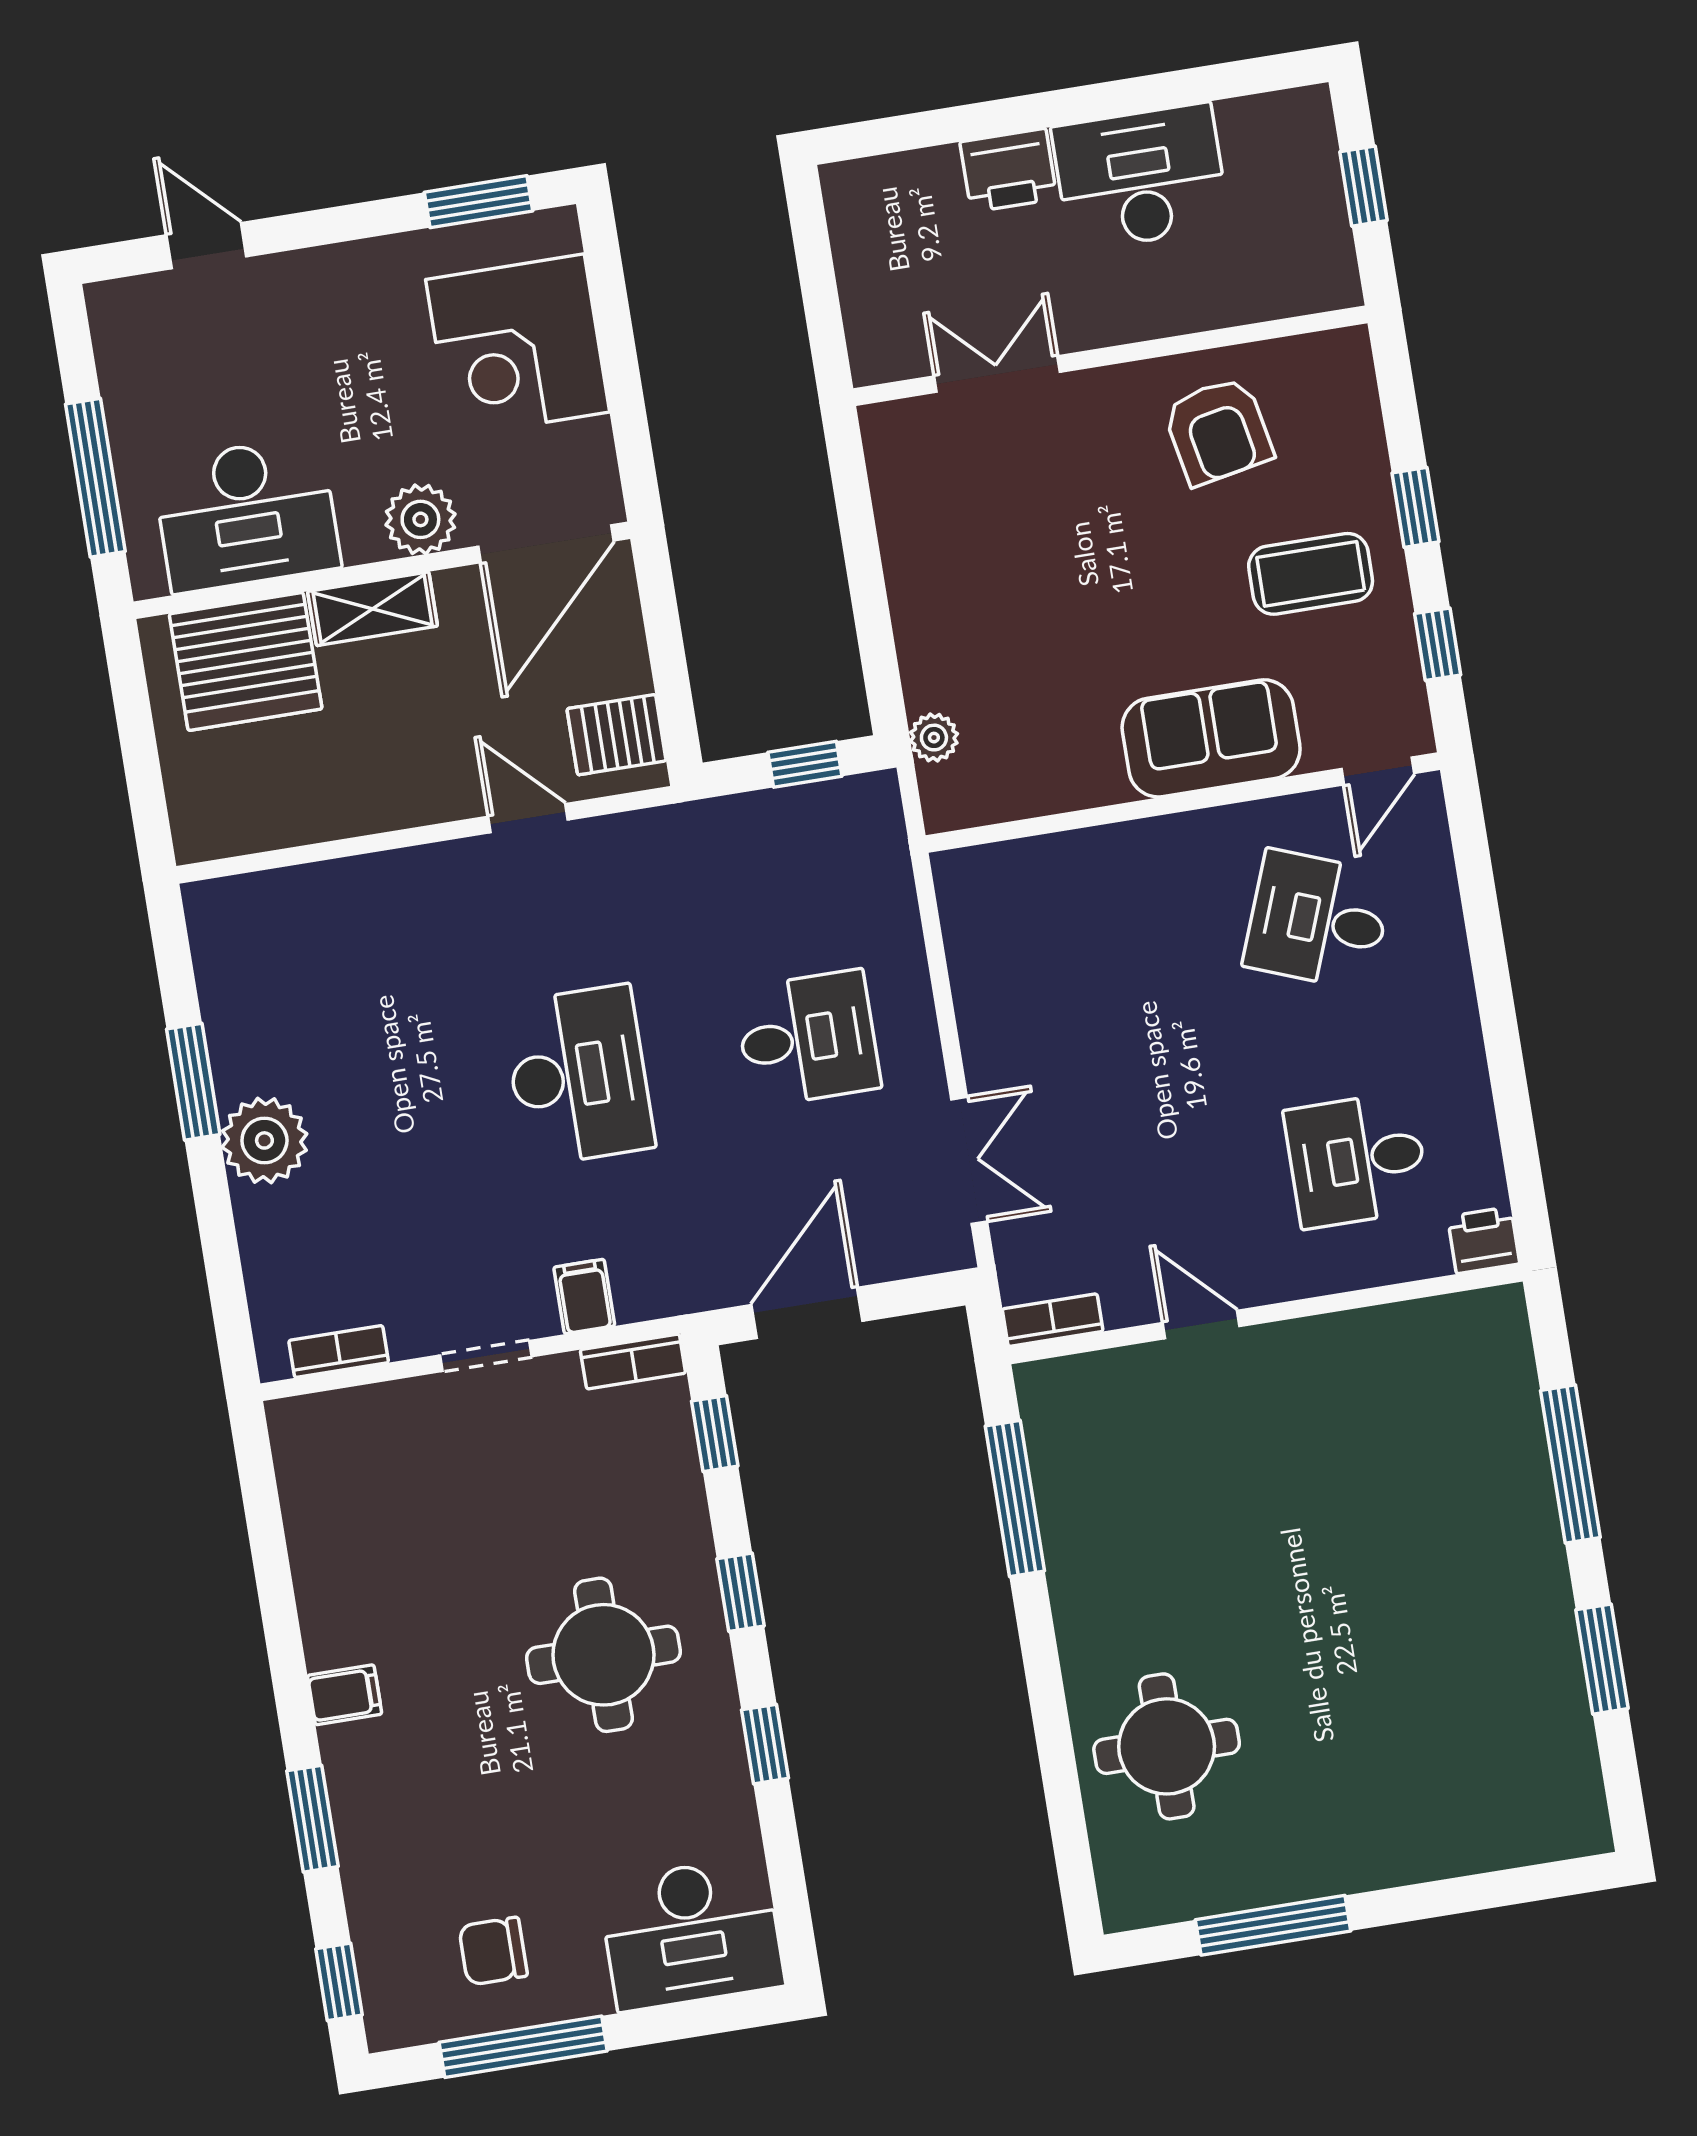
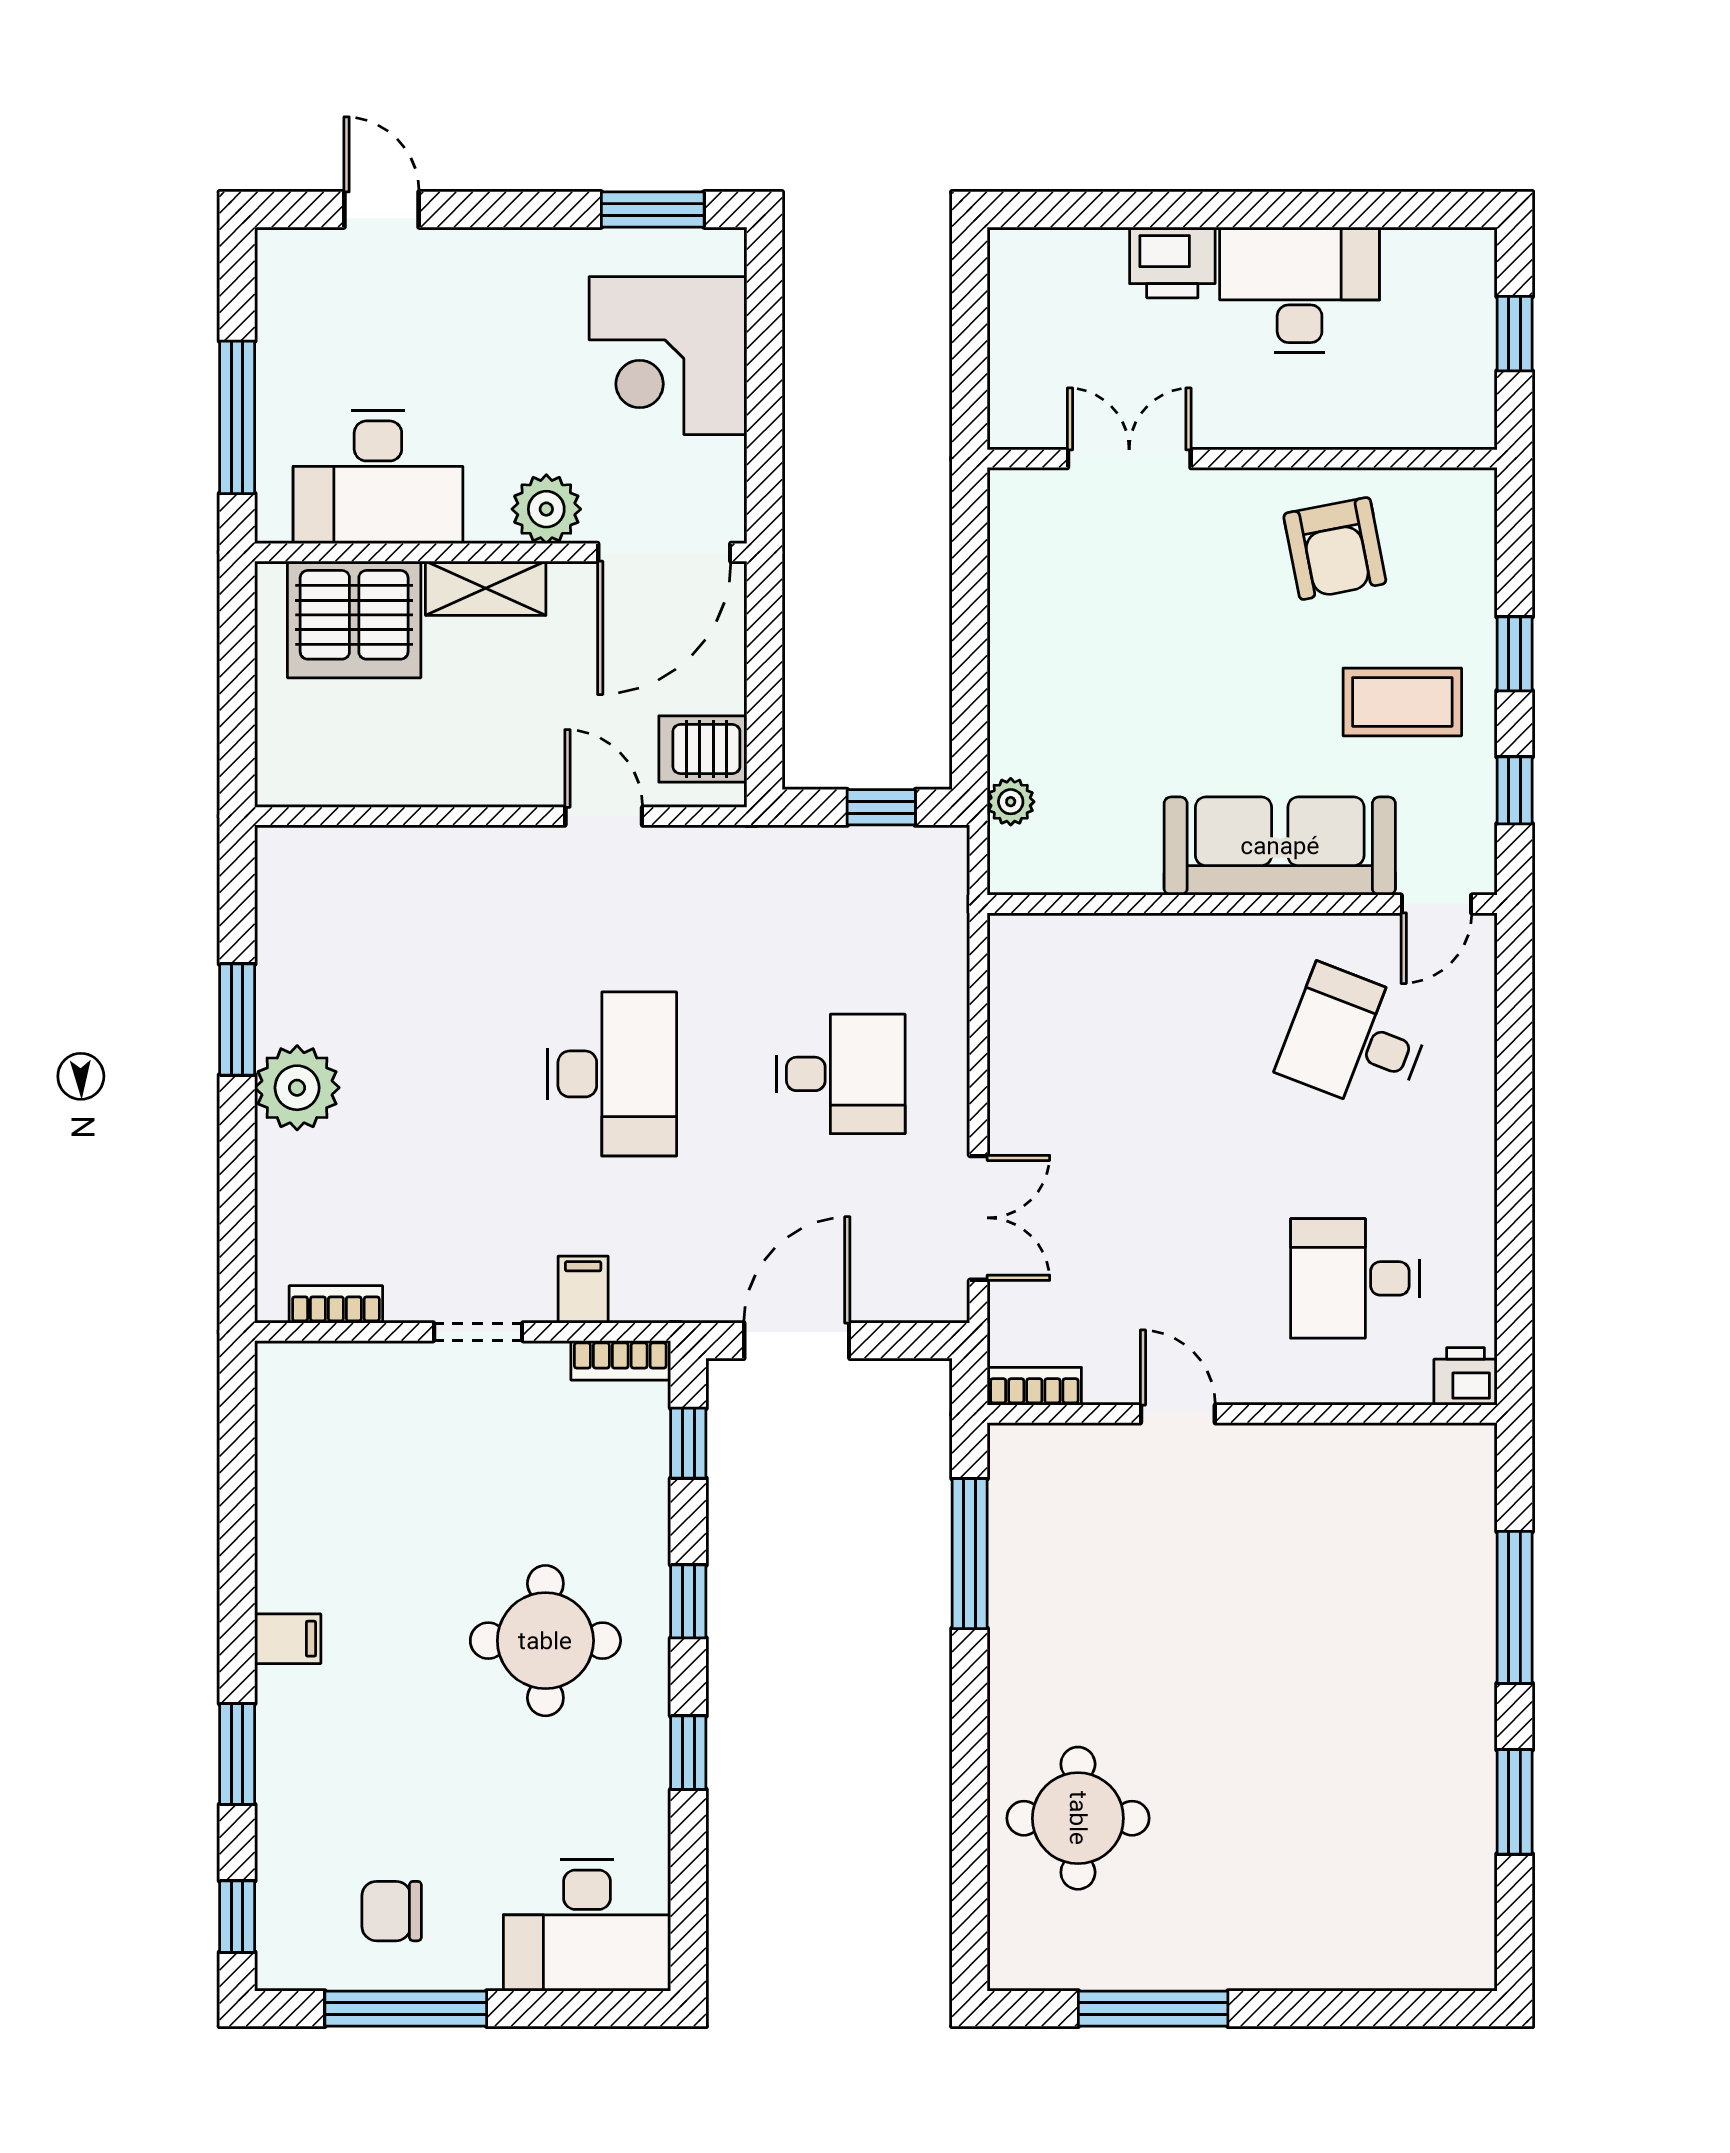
sofa: (1211, 738) -> (1280, 846), width x1.36

